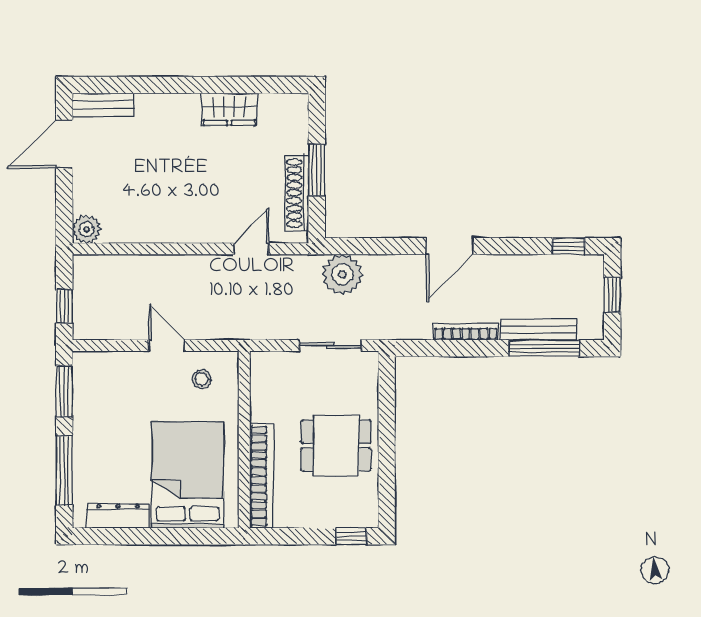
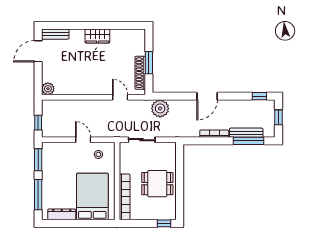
wardrobe: (229, 109) -> (97, 36), moved
door: (251, 249) -> (120, 97), hinge flipped
sliding door: (330, 346) -> (142, 140), moved

